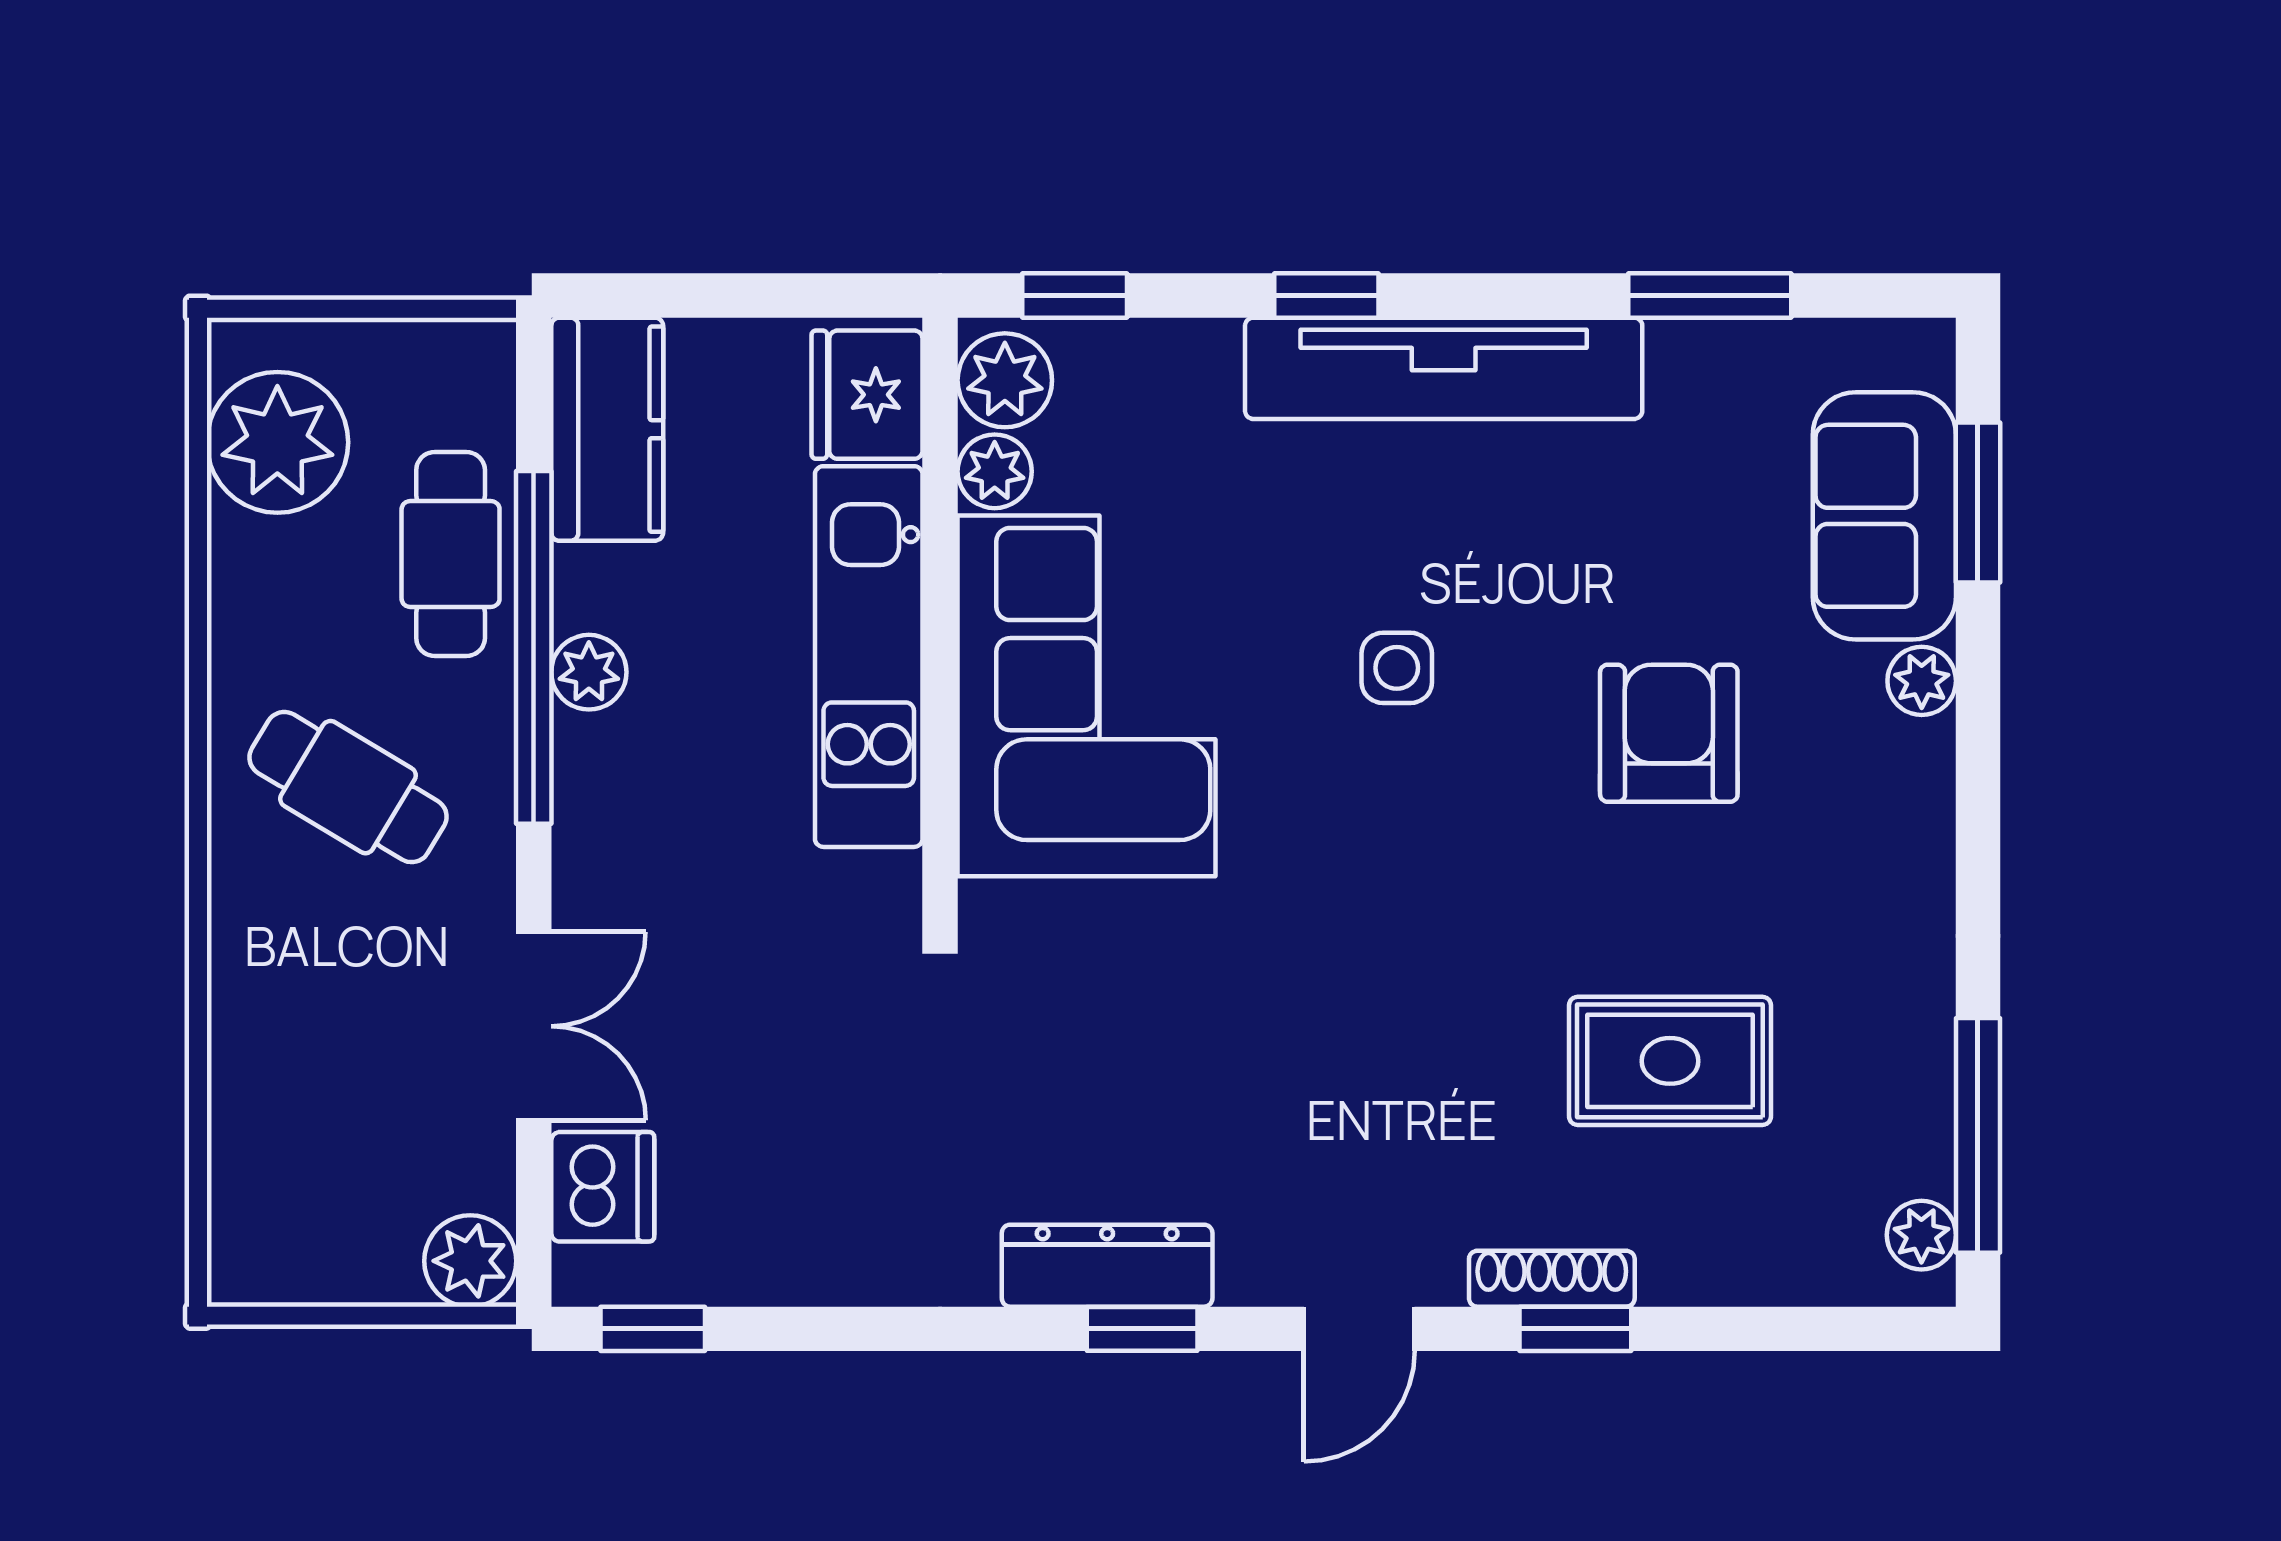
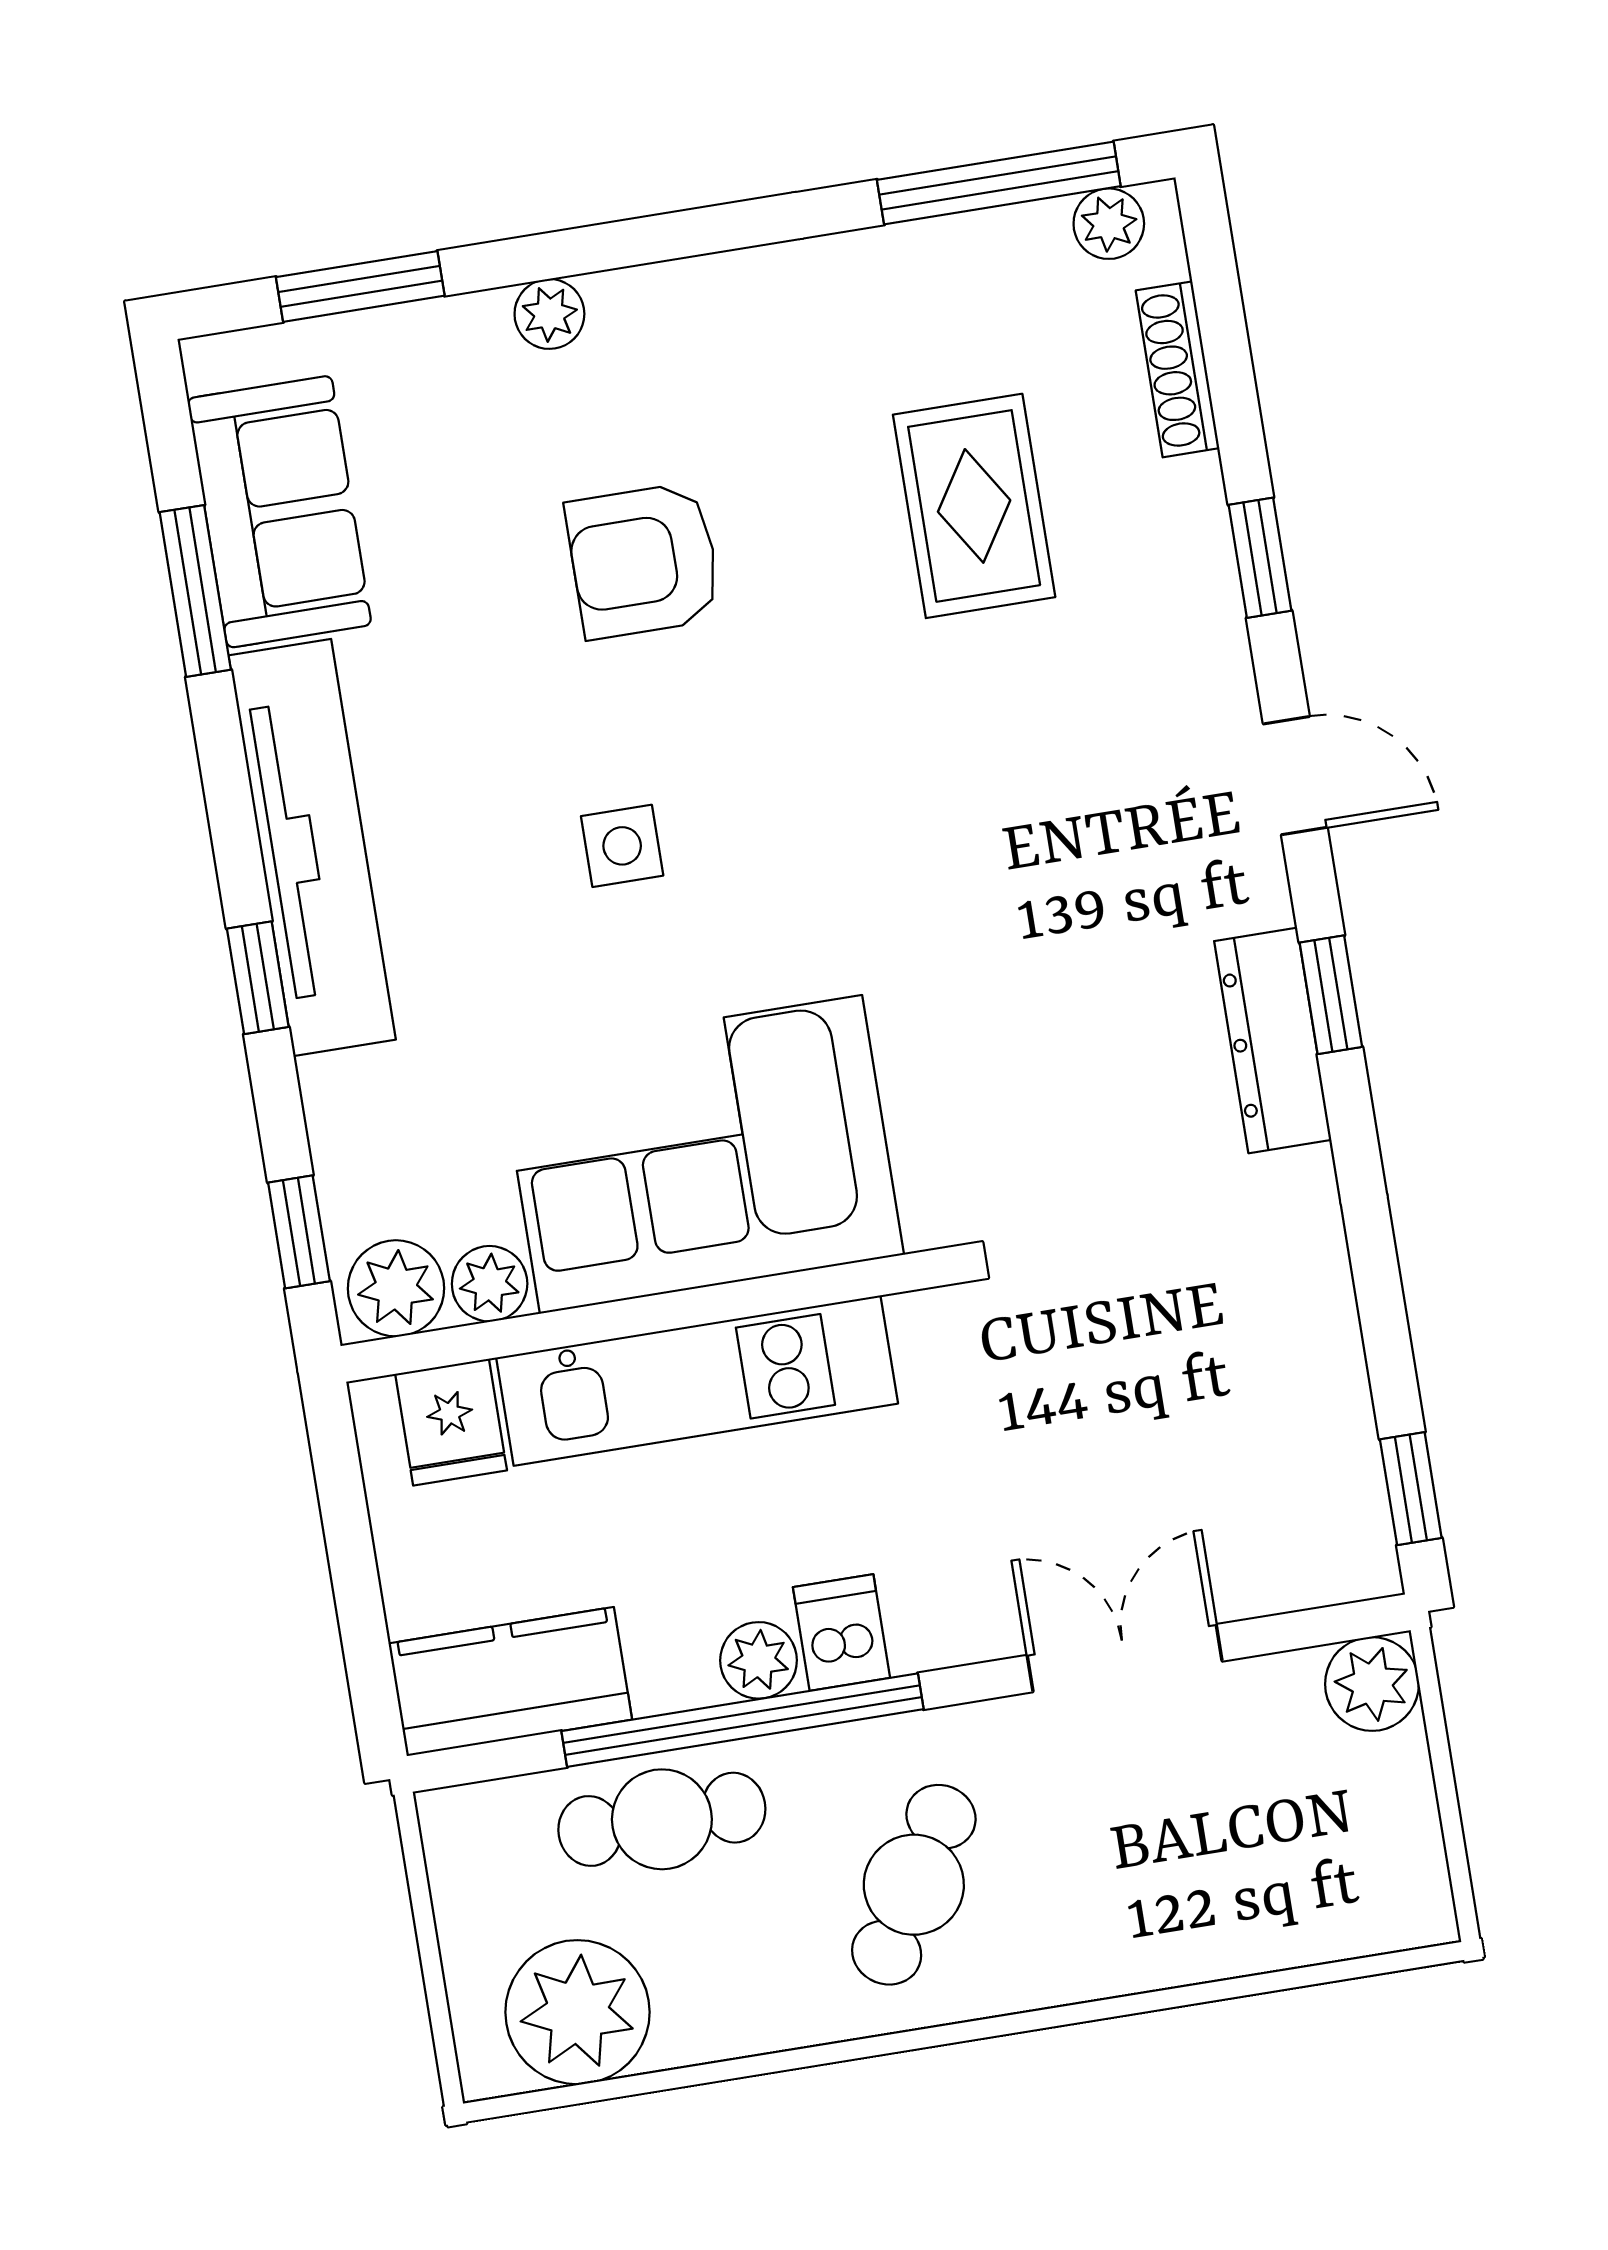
fridge: (867, 395) -> (451, 1422), width x0.72
sofa: (1884, 516) -> (279, 512), moved, turned -90
dishwasher: (603, 1187) -> (841, 1633), moved, width x0.73
shoe rack: (1552, 1279) -> (1178, 369), moved

